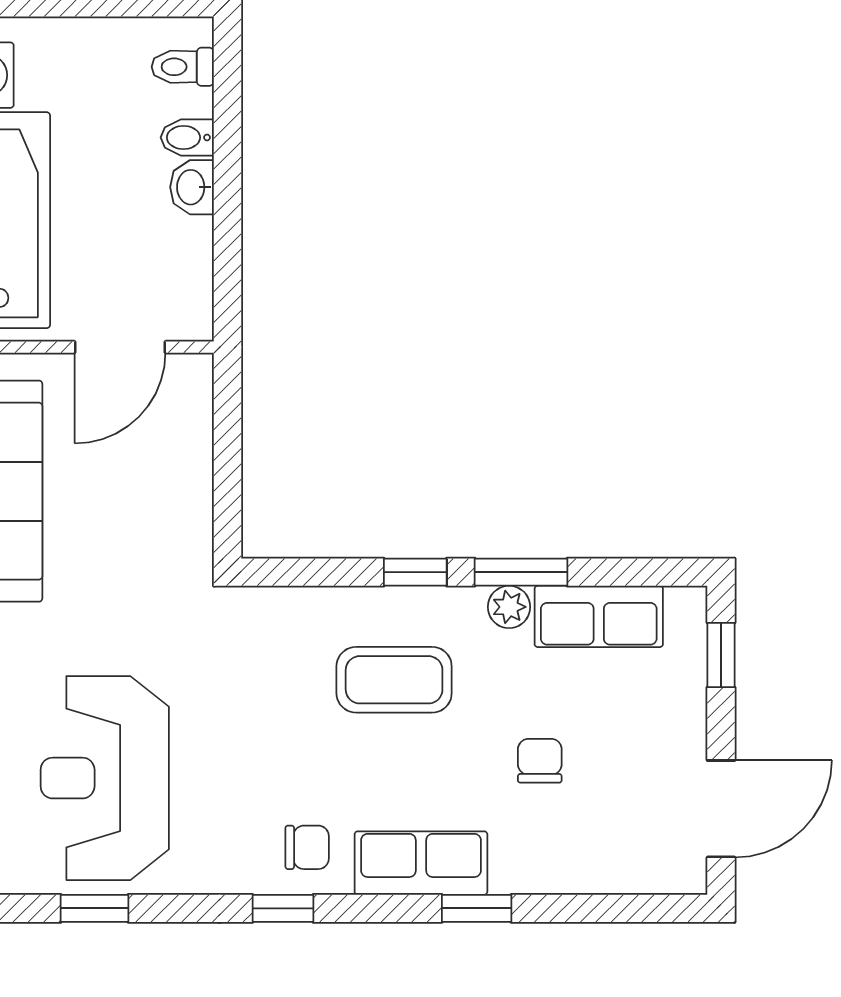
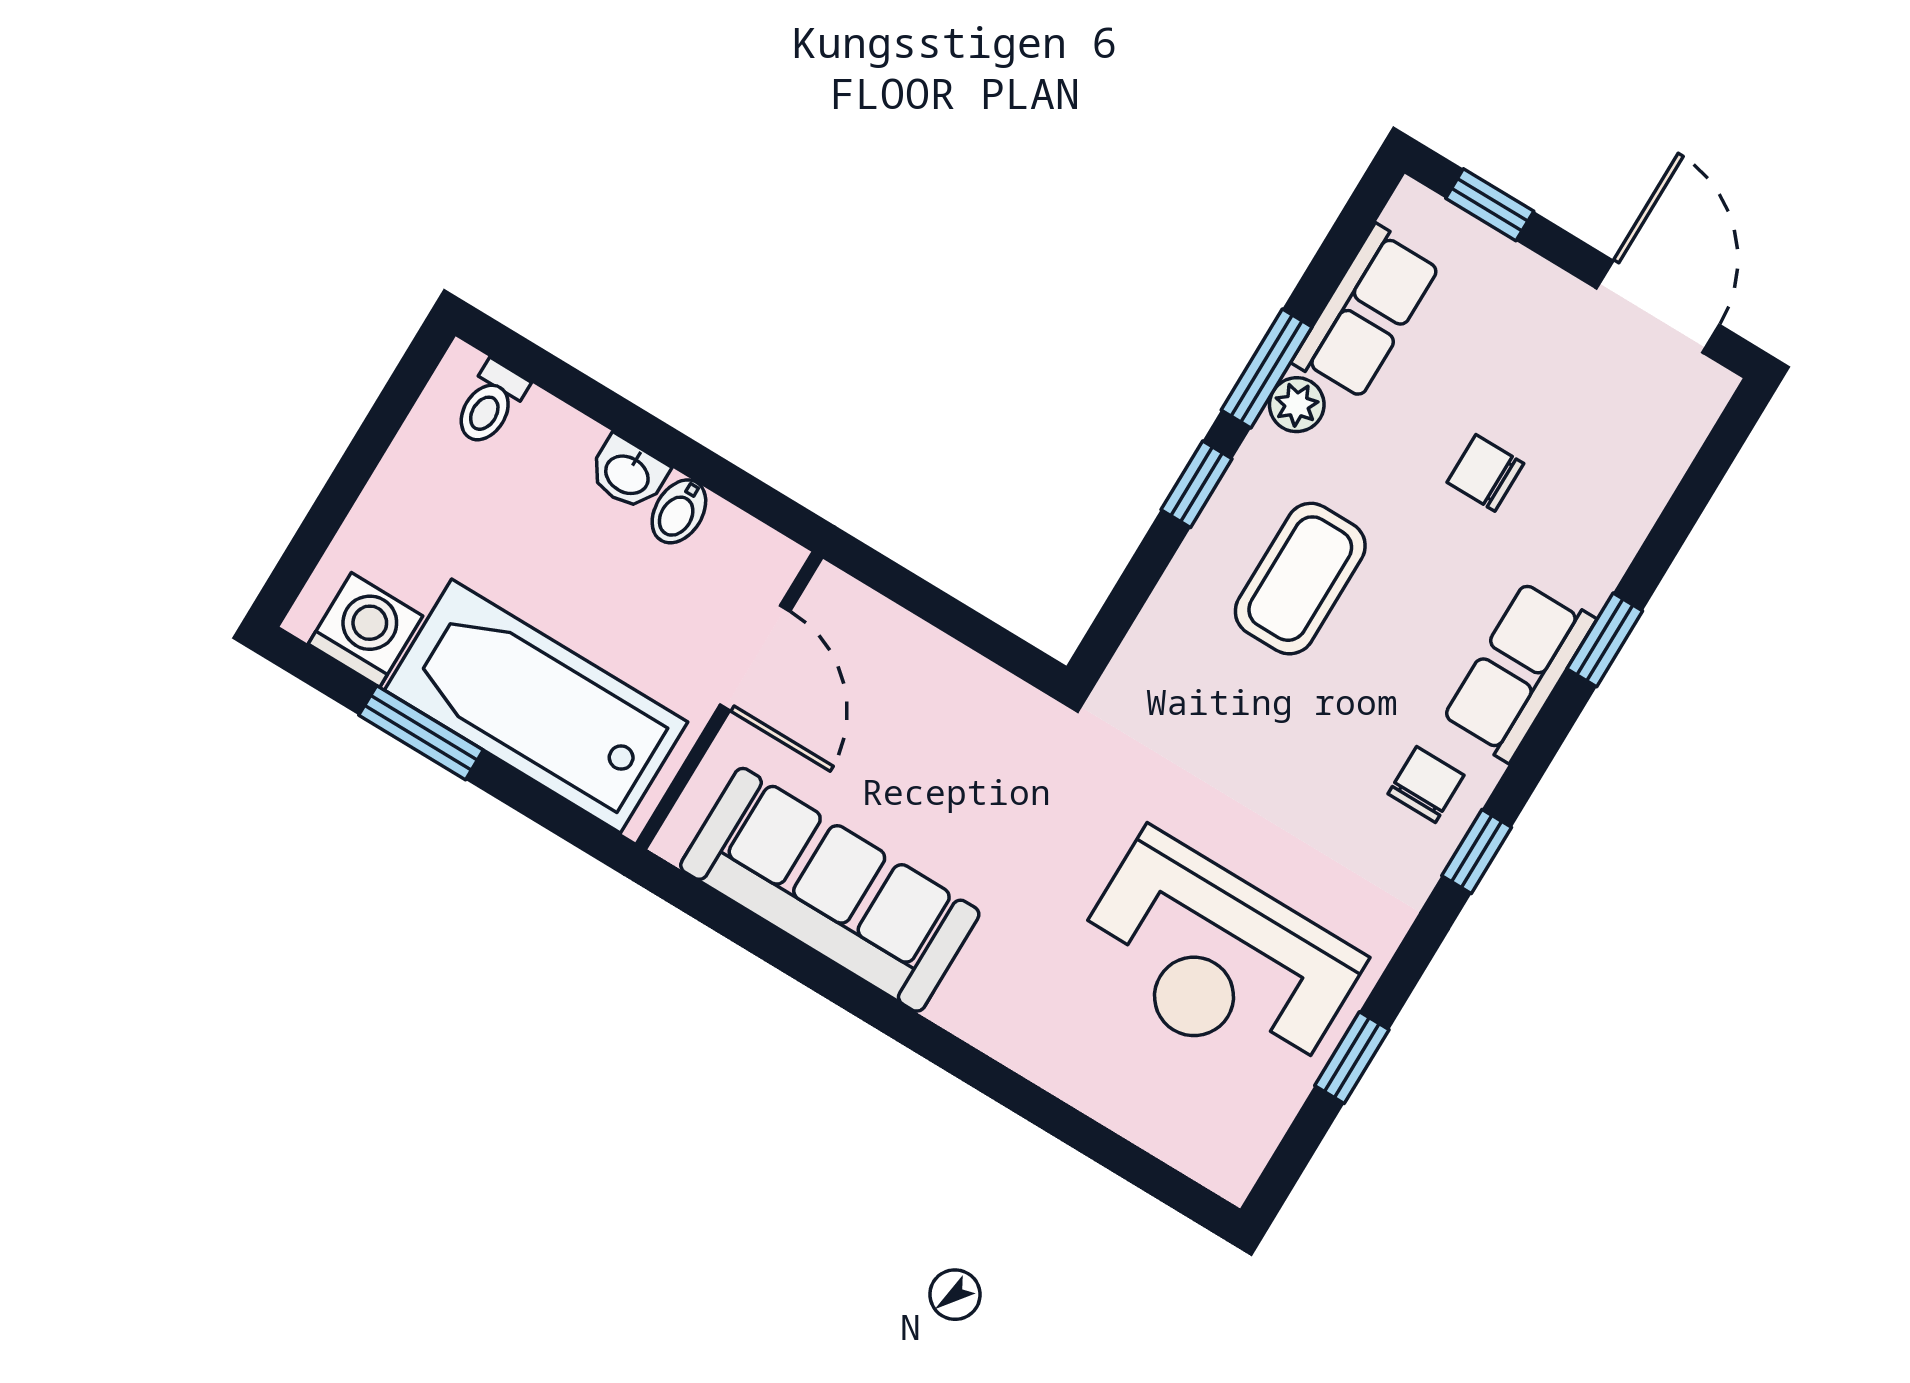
bidet: (187, 137) -> (679, 511), moved

